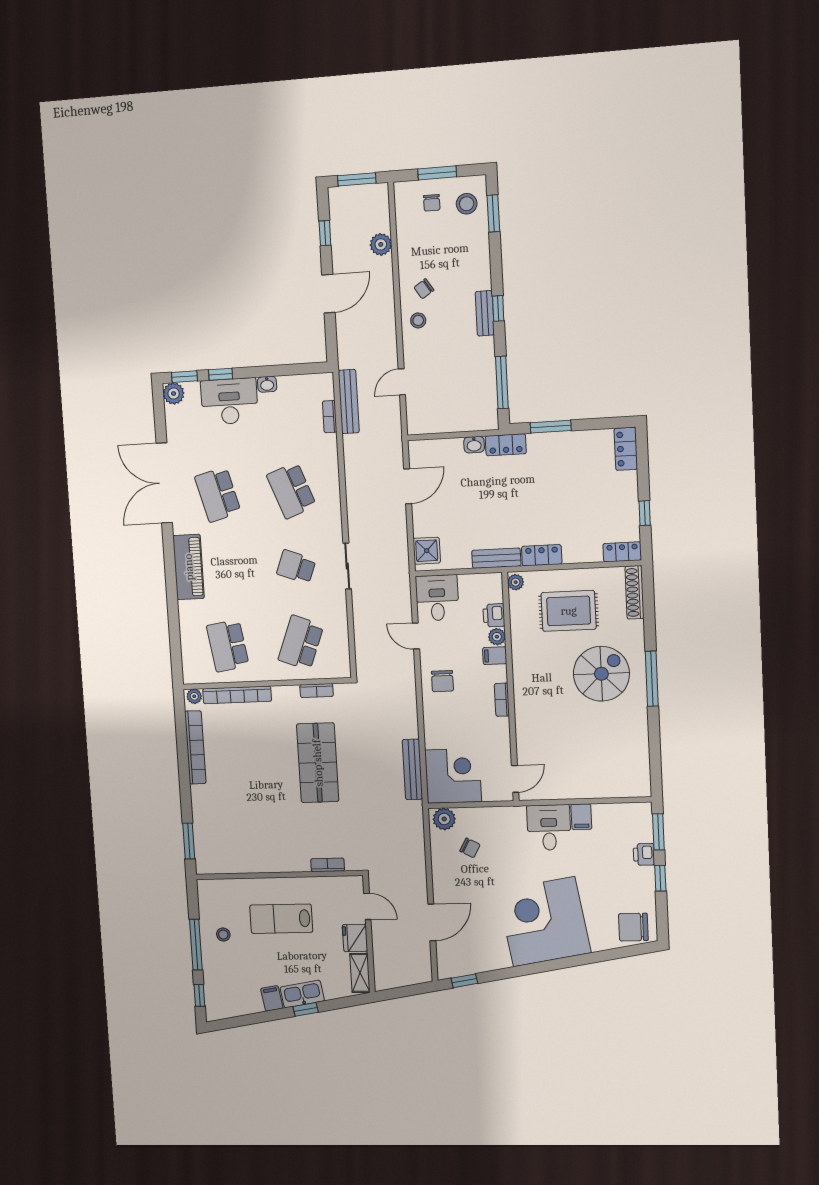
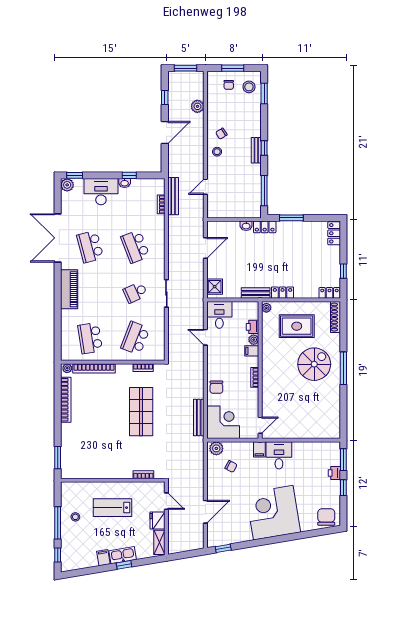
window: (221, 374) -> (129, 175), moved
school desk: (296, 567) -> (135, 292), turned -45
chair: (442, 681) -> (216, 387), moved
filing cabinet: (581, 817) -> (259, 449), moved
chair: (633, 927) -> (326, 517), turned 90

